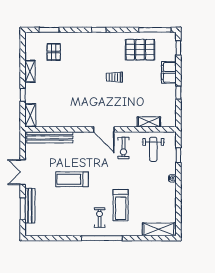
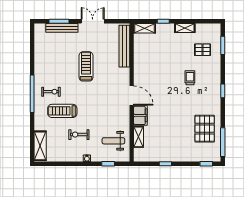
filing cabinet: (169, 72) -> (140, 115), moved, turned 90
trolley: (114, 77) -> (190, 78), moved
door: (104, 129) -> (132, 95), swing flipped
exercise bike: (123, 148) -> (79, 135), moved

